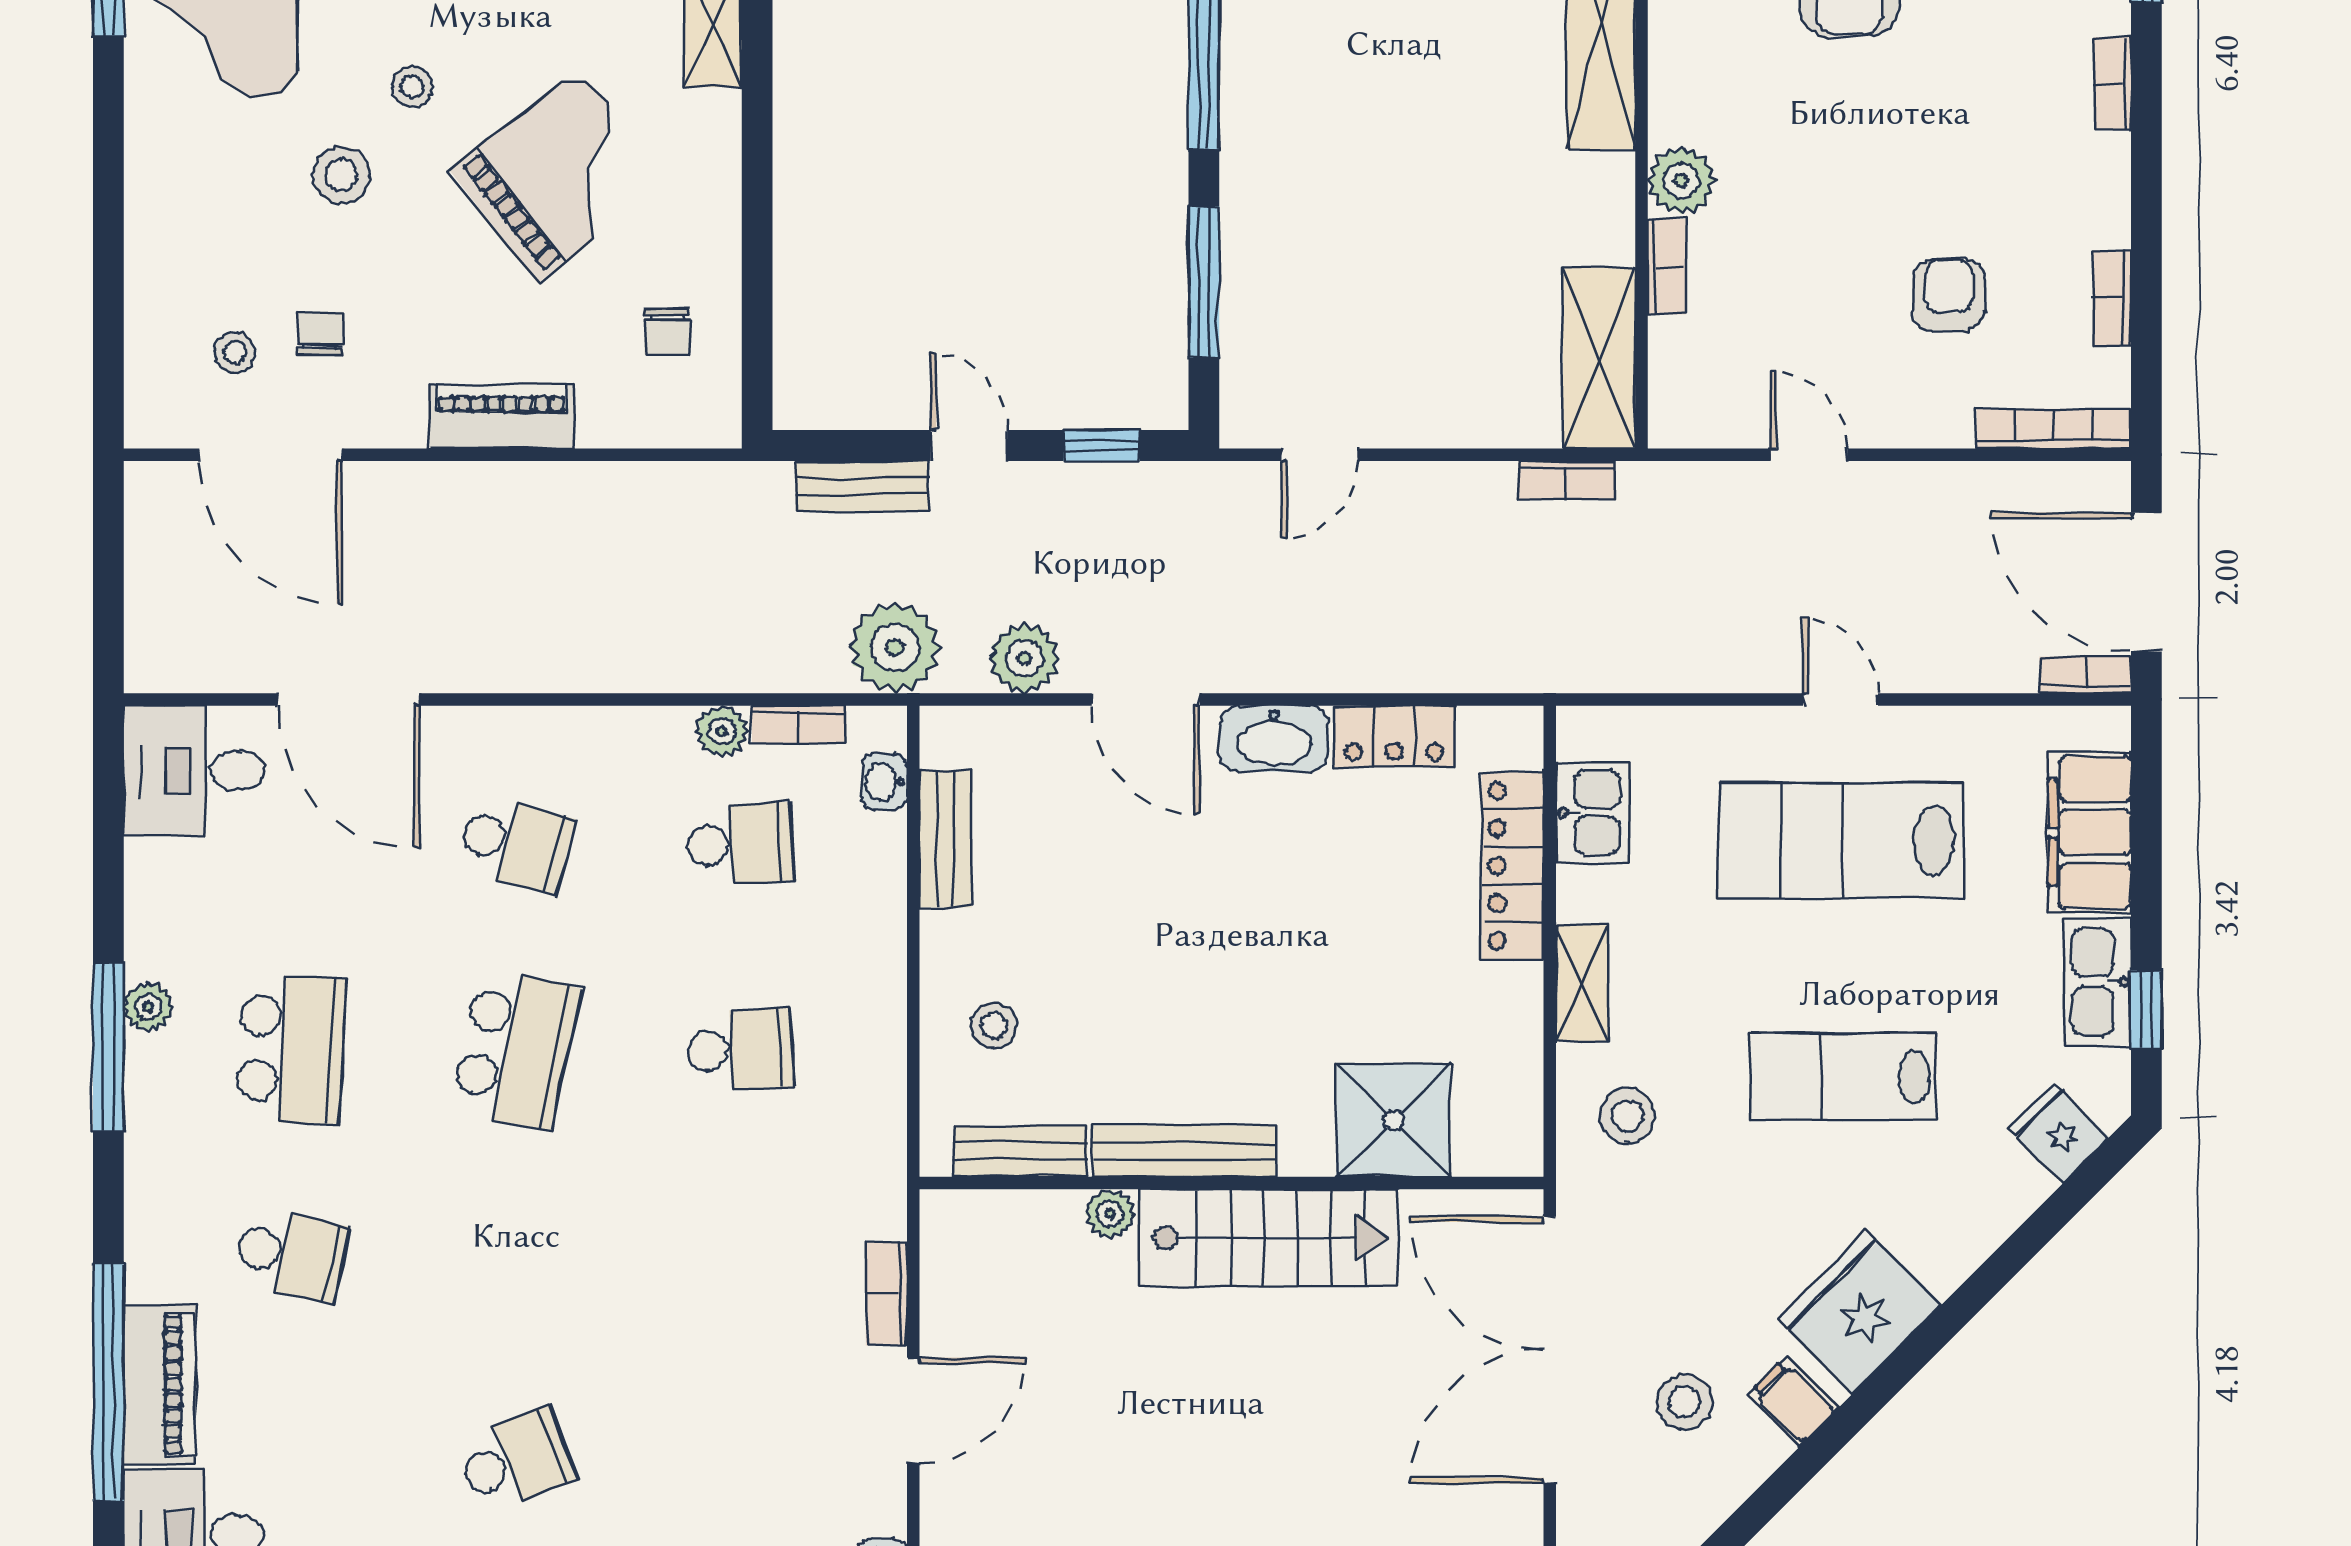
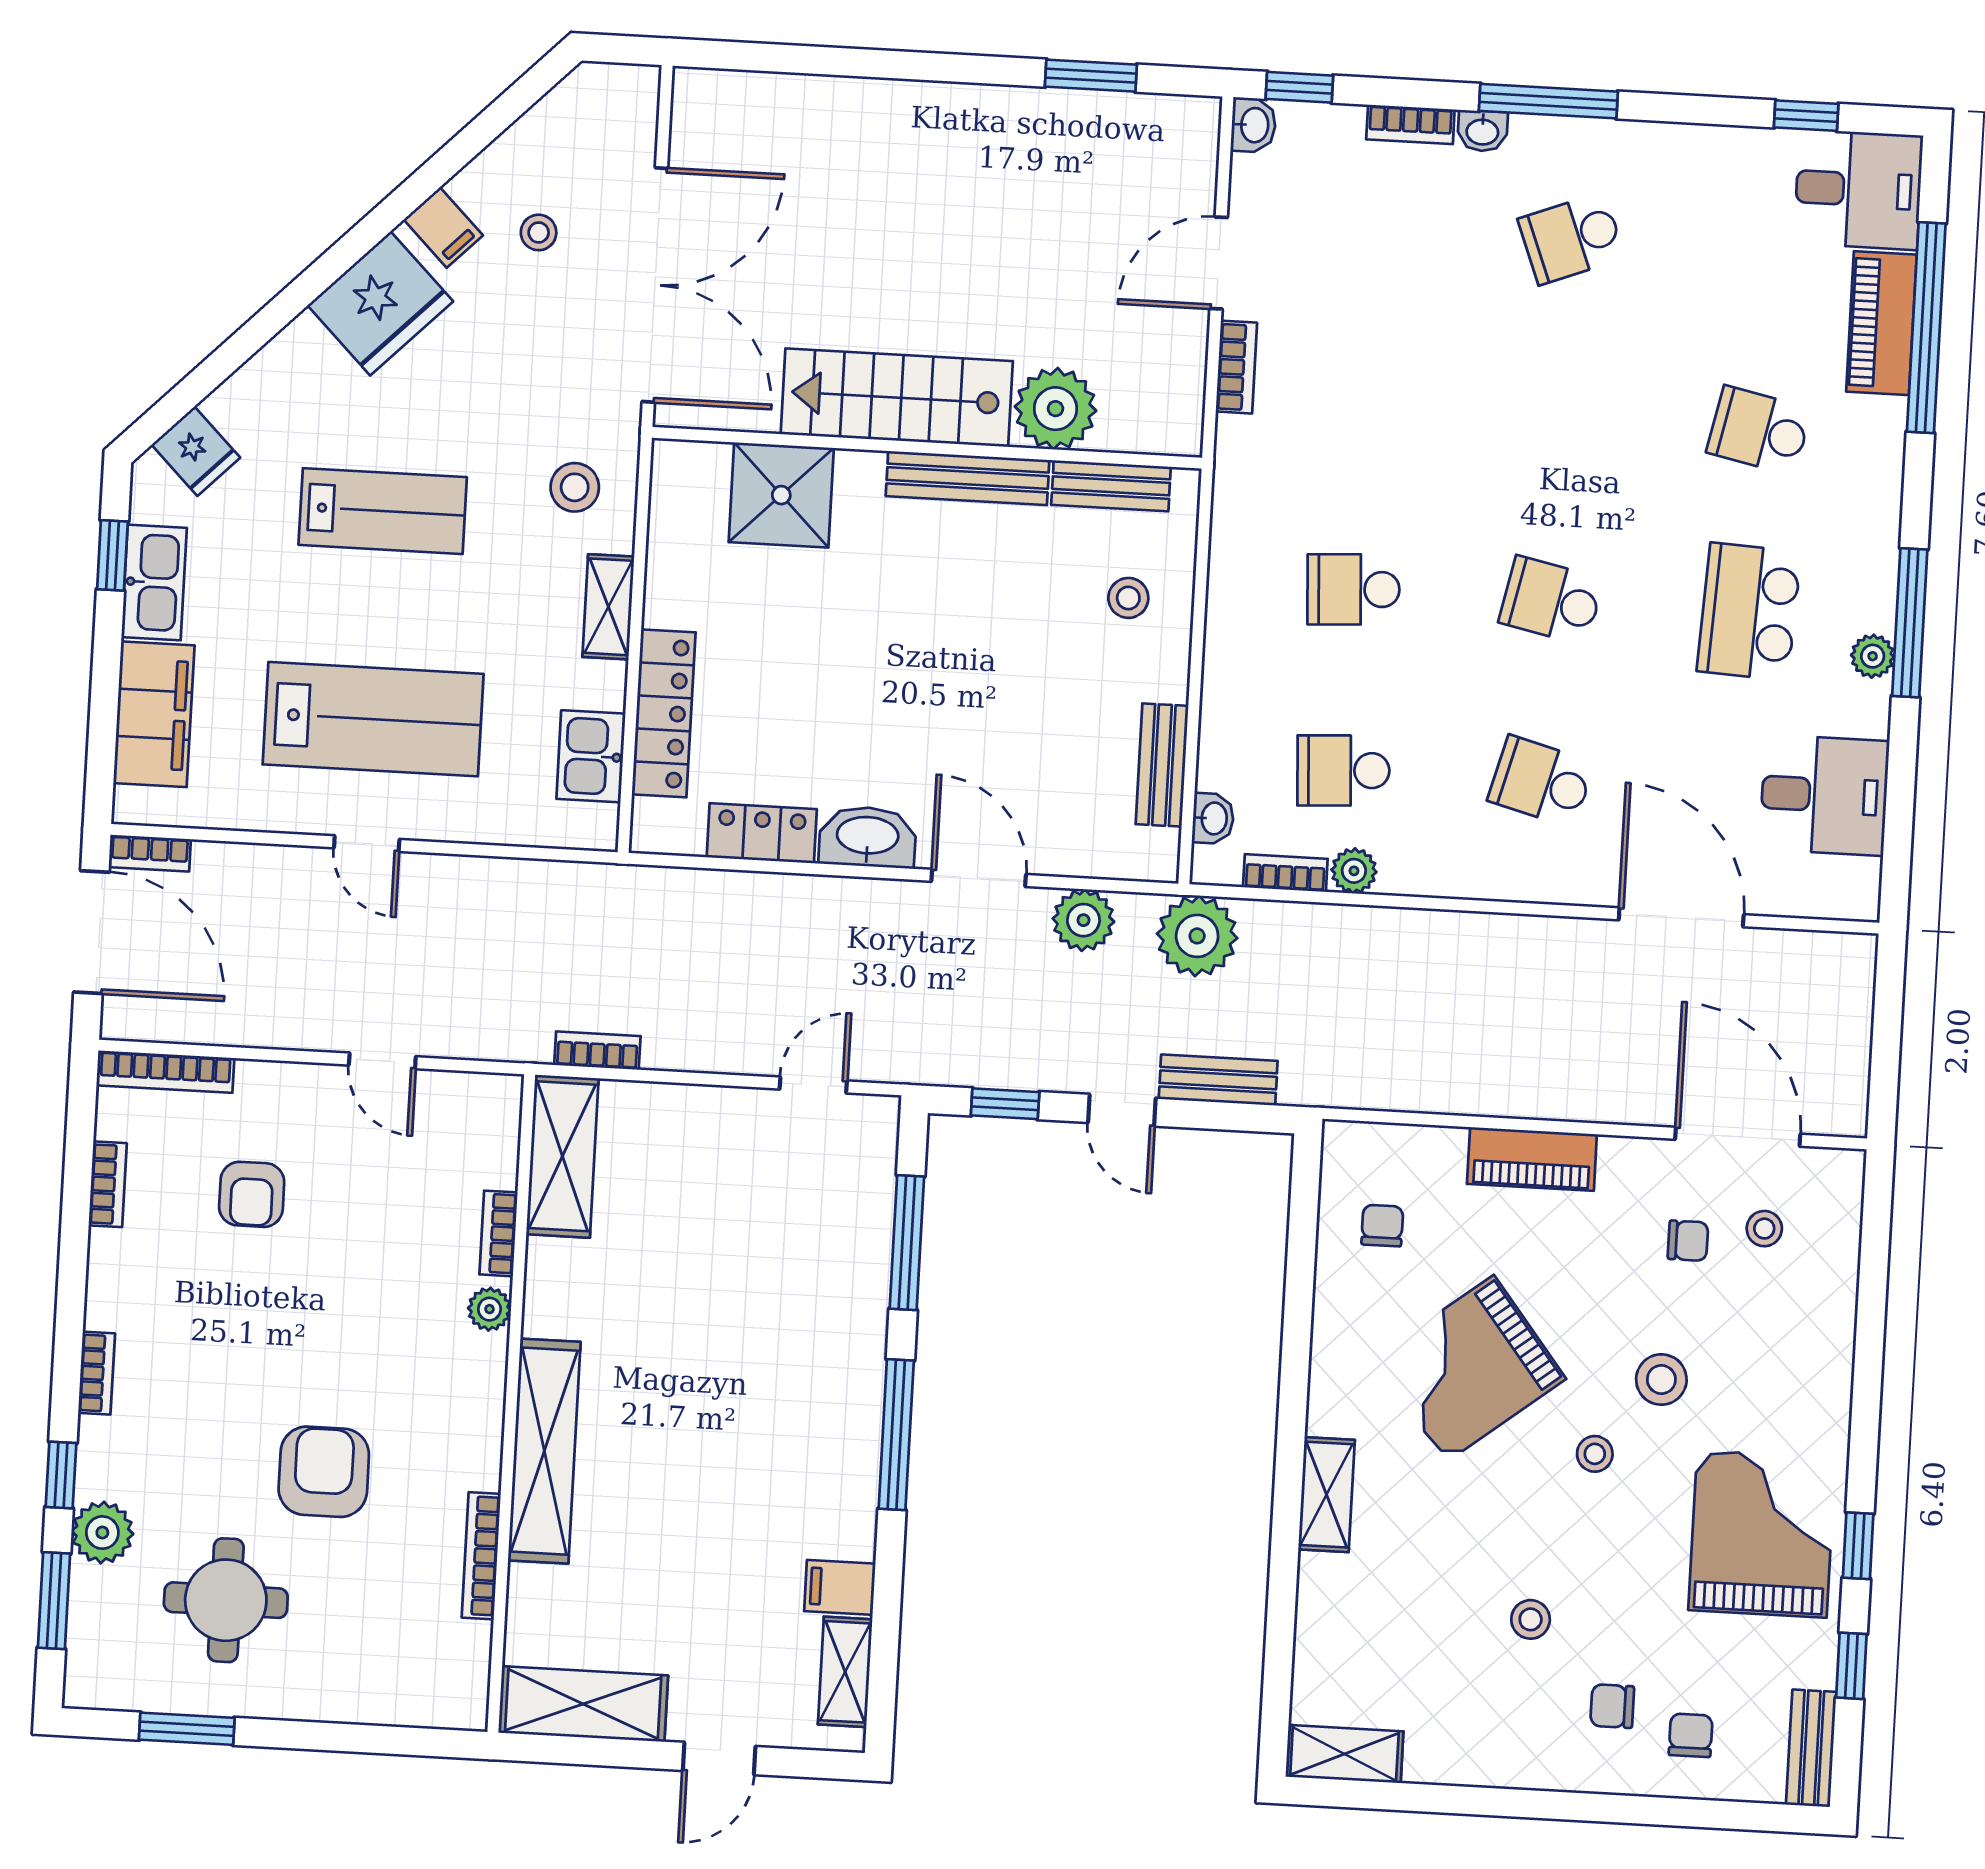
plant: (1681, 181) -> (489, 1309), width x0.73, depth x0.73
chair: (320, 334) -> (1688, 1241), turned -90
desk: (194, 771) -> (1824, 795), moved
school desk: (515, 1050) -> (1551, 601), width x0.54
plant: (1110, 1214) -> (1056, 409), width x1.87, depth x1.87
stool: (1685, 1402) -> (539, 232), width x0.73, depth x0.73

